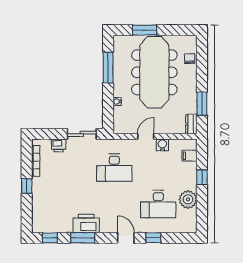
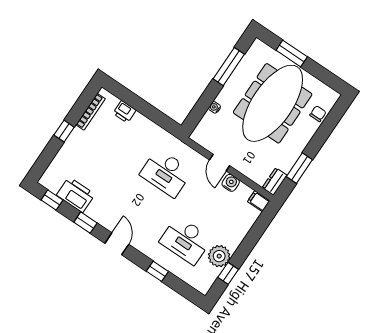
sliding door: (82, 134) -> (156, 116), removed
door: (146, 136) -> (220, 163), swing flipped
filing cabinet: (190, 156) -> (259, 201), moved
window: (202, 177) -> (228, 273), moved
printer: (86, 223) -> (76, 195), moved
window: (83, 238) -> (85, 223), width x0.67
door: (126, 238) -> (117, 244), moved

